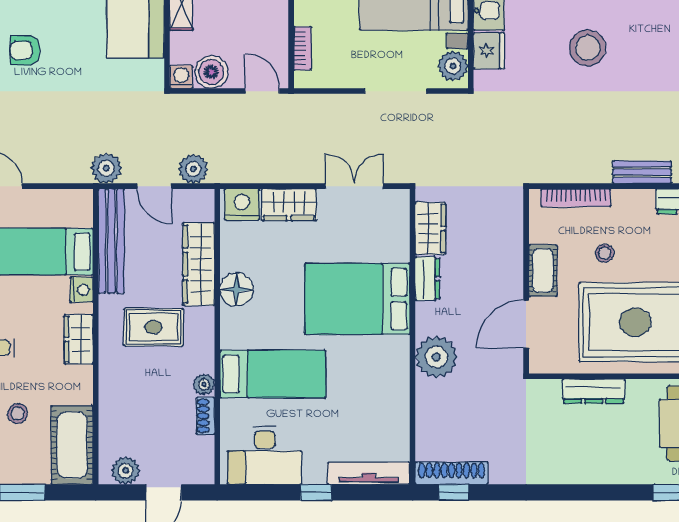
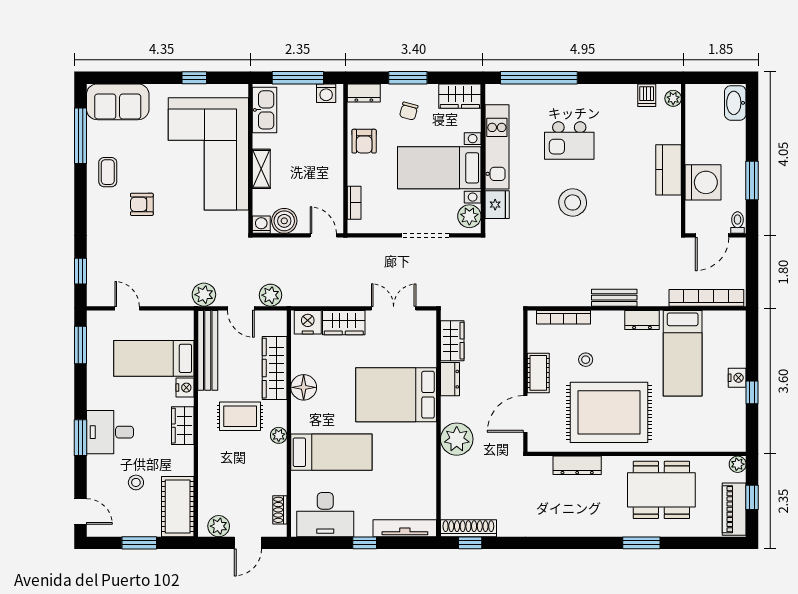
plant: (204, 384) -> (279, 435), moved
shoe rack: (205, 416) -> (280, 510), moved

